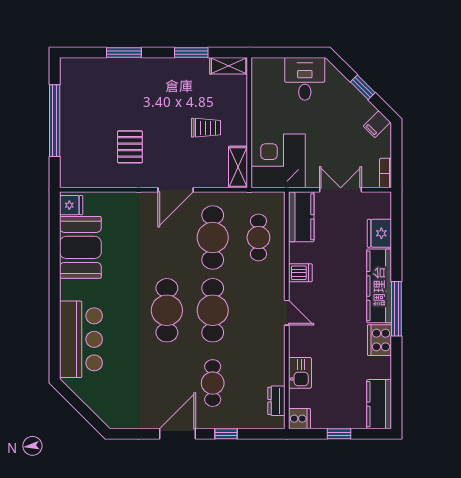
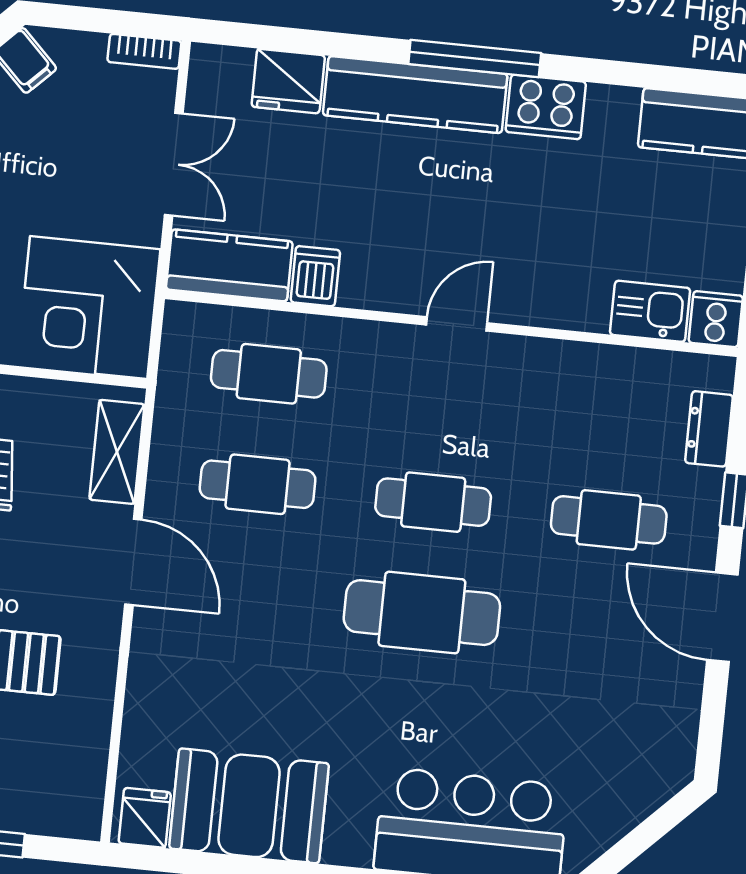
shelving: (238, 167) -> (117, 452), moved, turned 90
double door: (341, 190) -> (174, 164), swing flipped
cafe table: (213, 237) -> (258, 484), width x0.73, depth x0.74
dishwasher: (300, 273) -> (315, 276), moved
cafe table: (213, 310) -> (433, 502), width x0.73, depth x0.74
kitchen sink: (300, 373) -> (650, 311), moved
dresser: (276, 401) -> (709, 429), moved, turned 90

